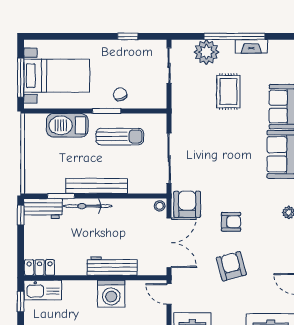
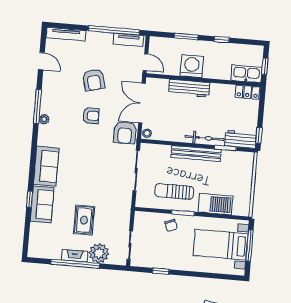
fireplace: (251, 46) -> (75, 256), moved
armchair: (231, 222) -> (91, 116), turned 180

